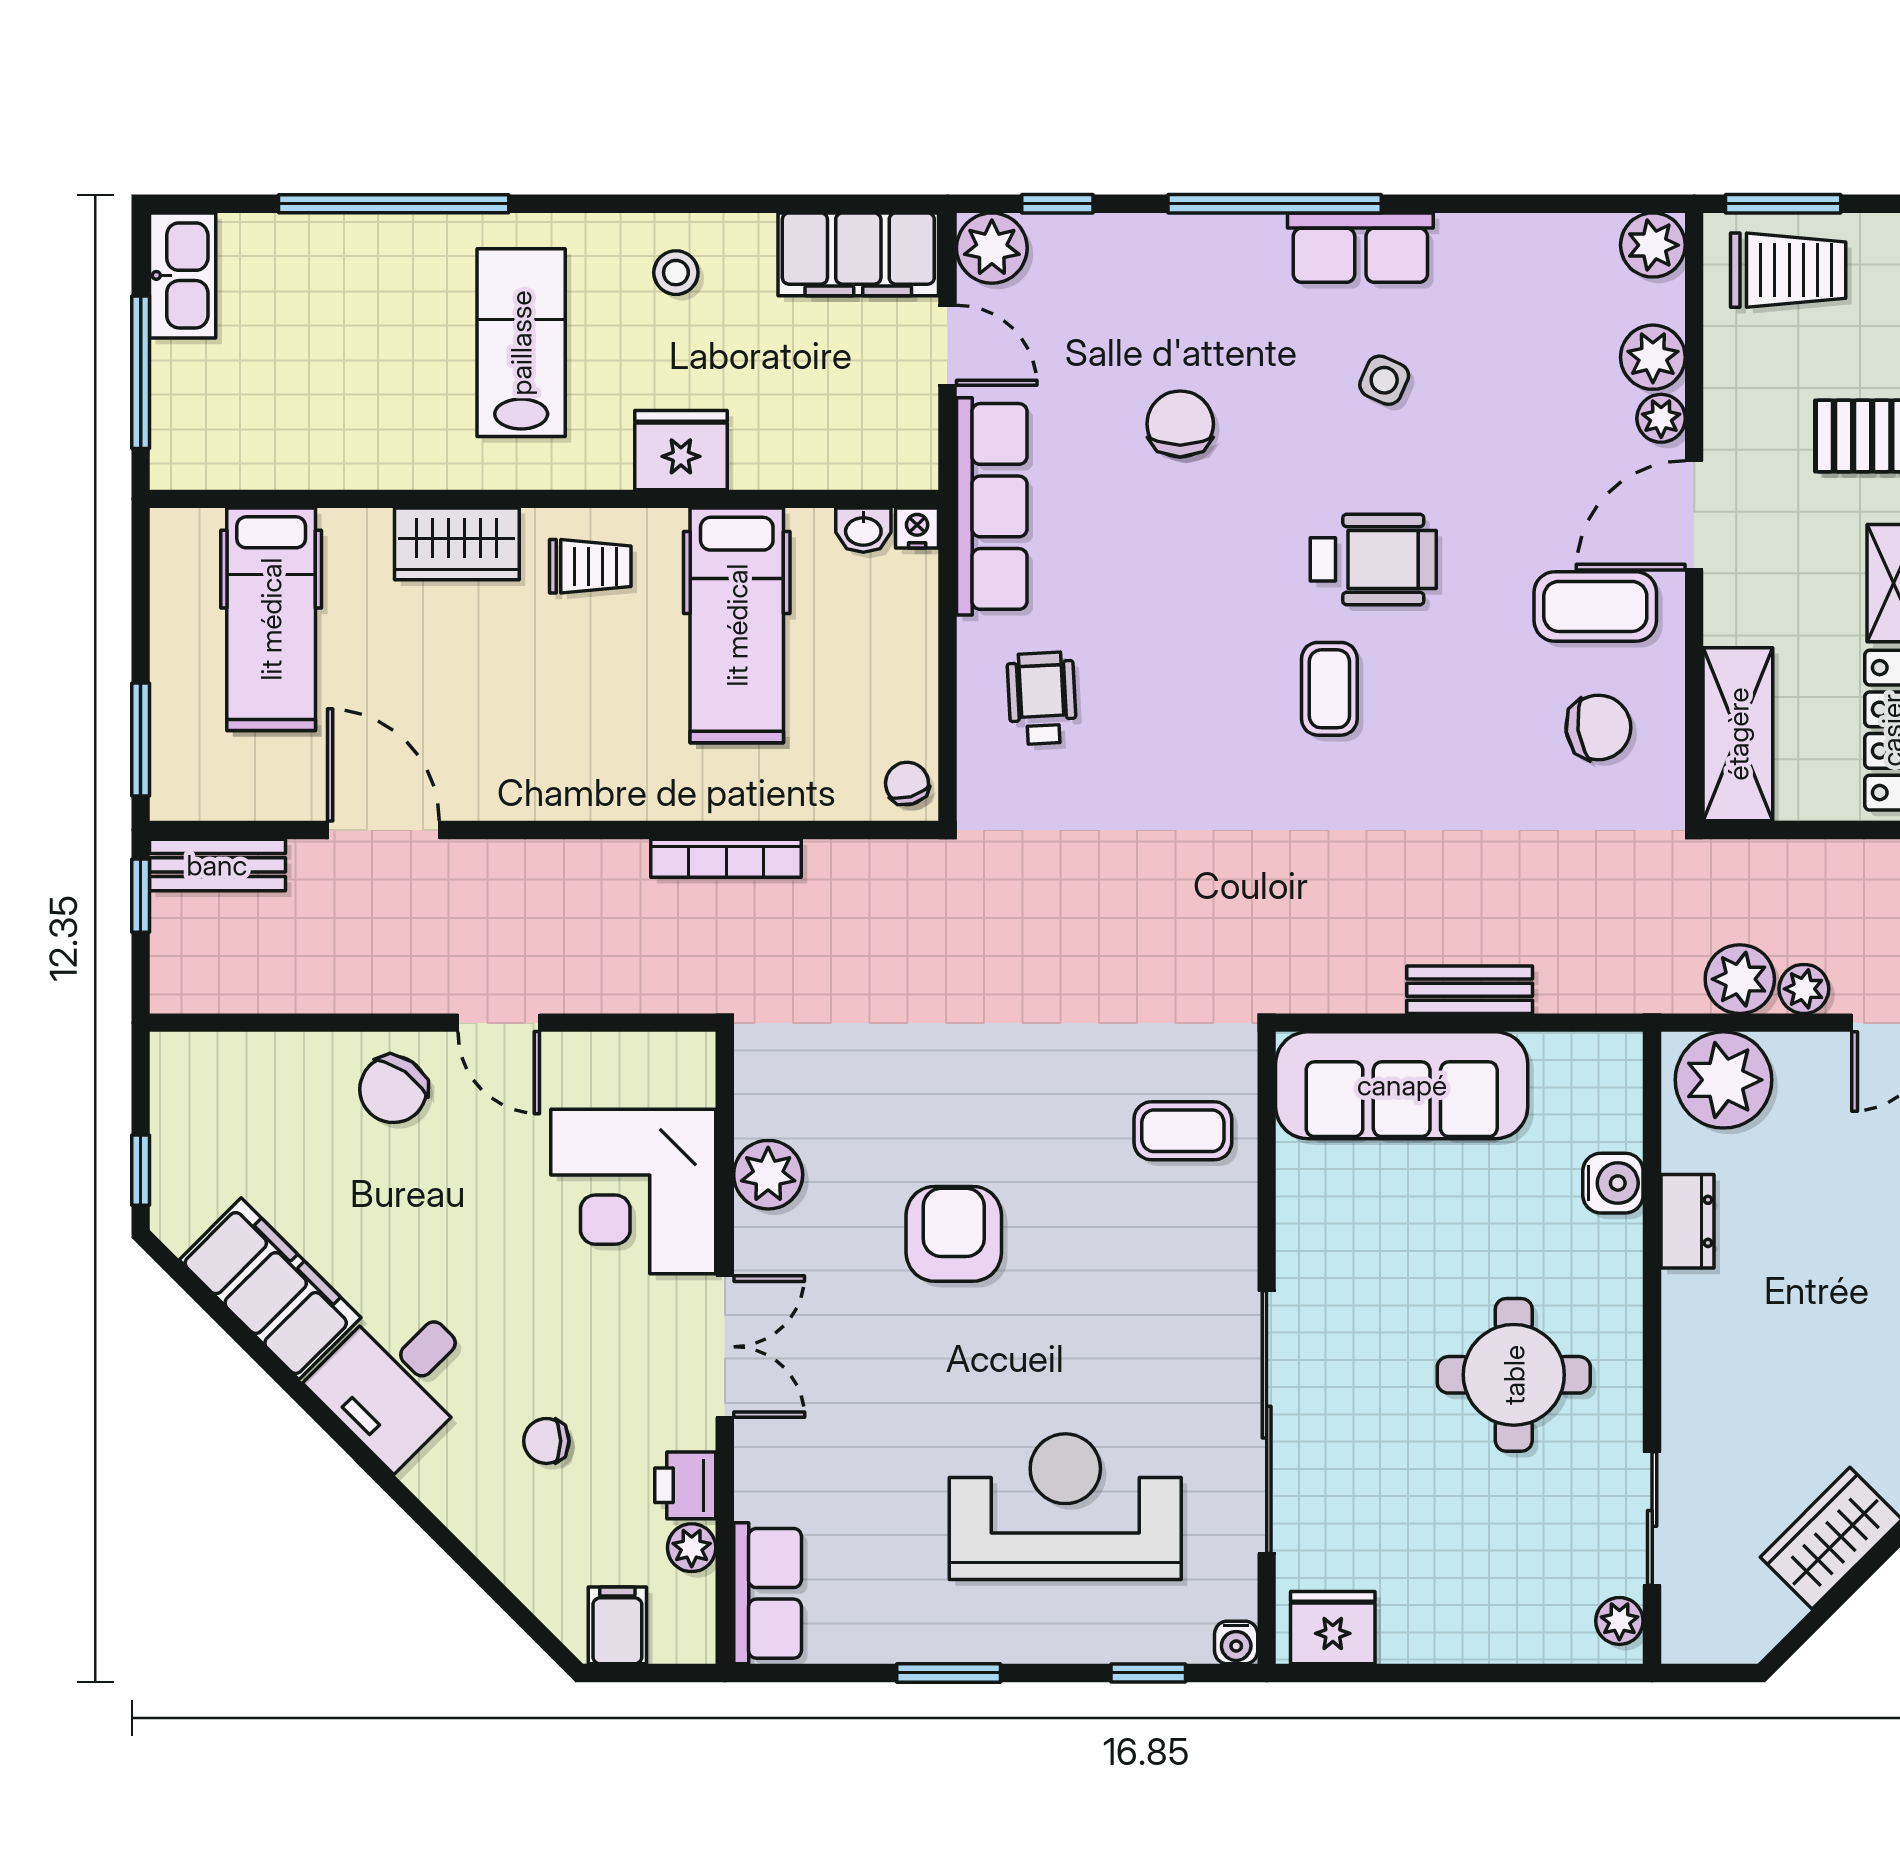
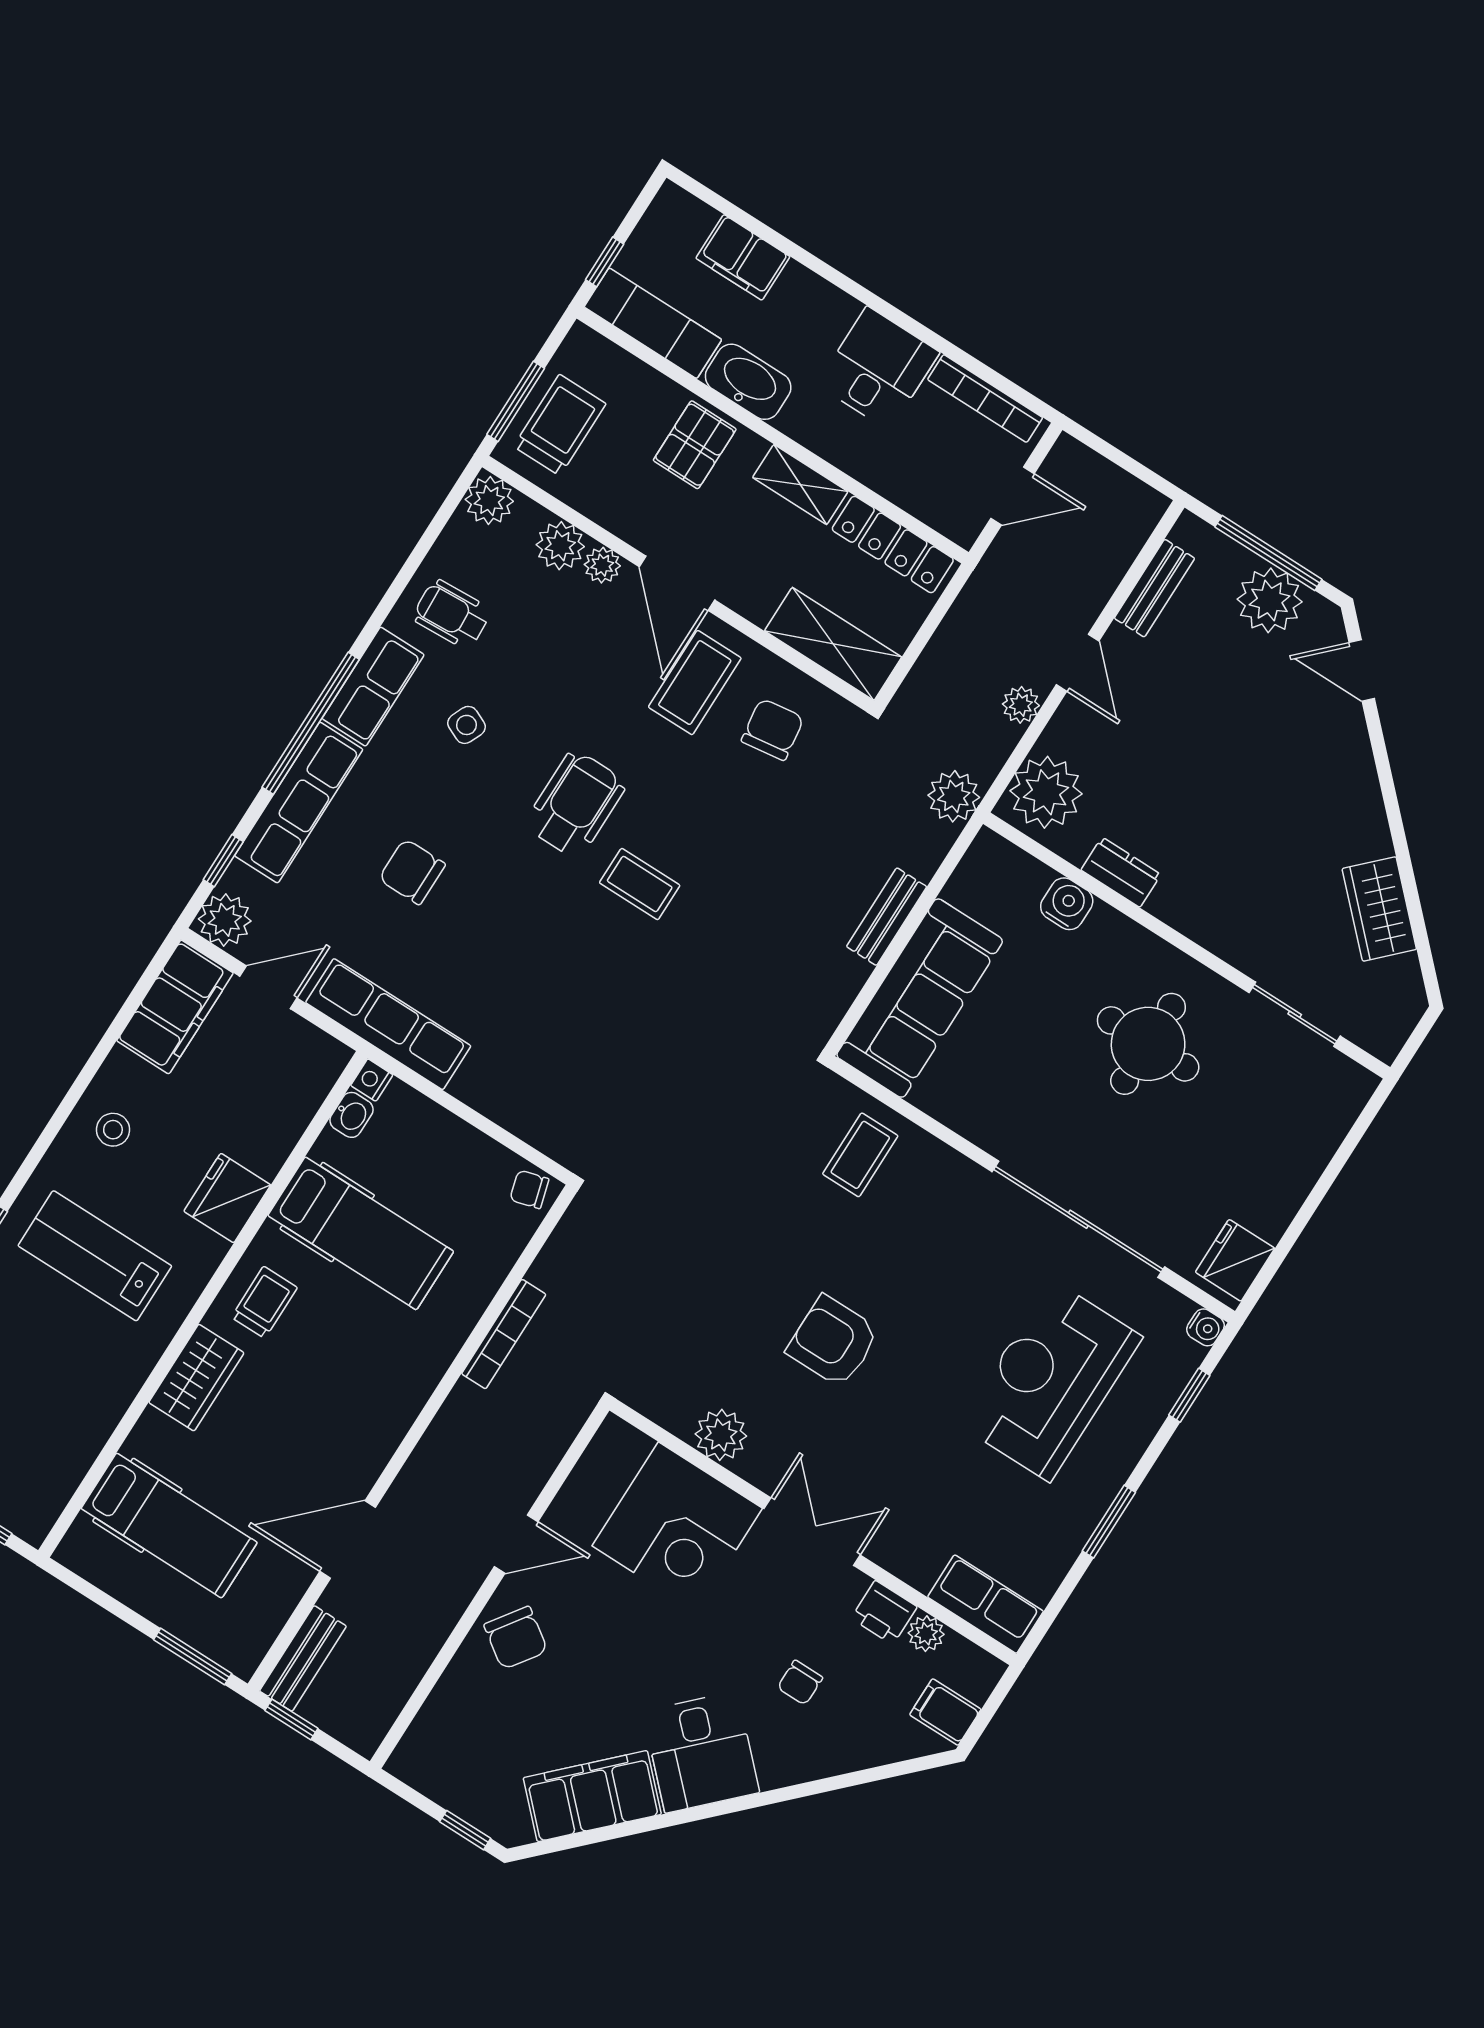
row of seats: (1177, 247) -> (299, 803), added
wheelchair: (1042, 698) -> (452, 614), moved
plant: (1740, 979) -> (954, 796), moved
plant: (1619, 1621) -> (1346, 1076), removed

